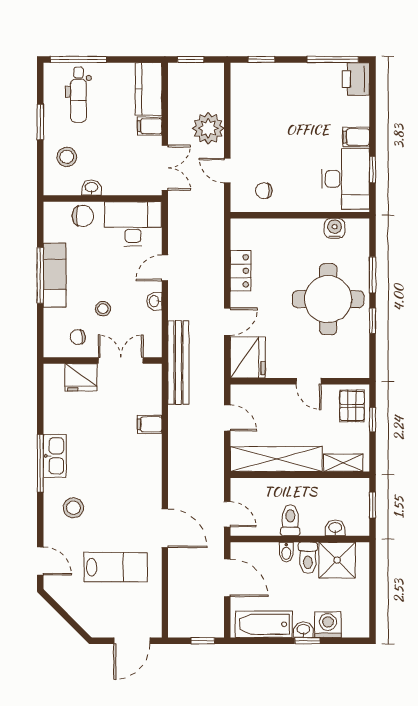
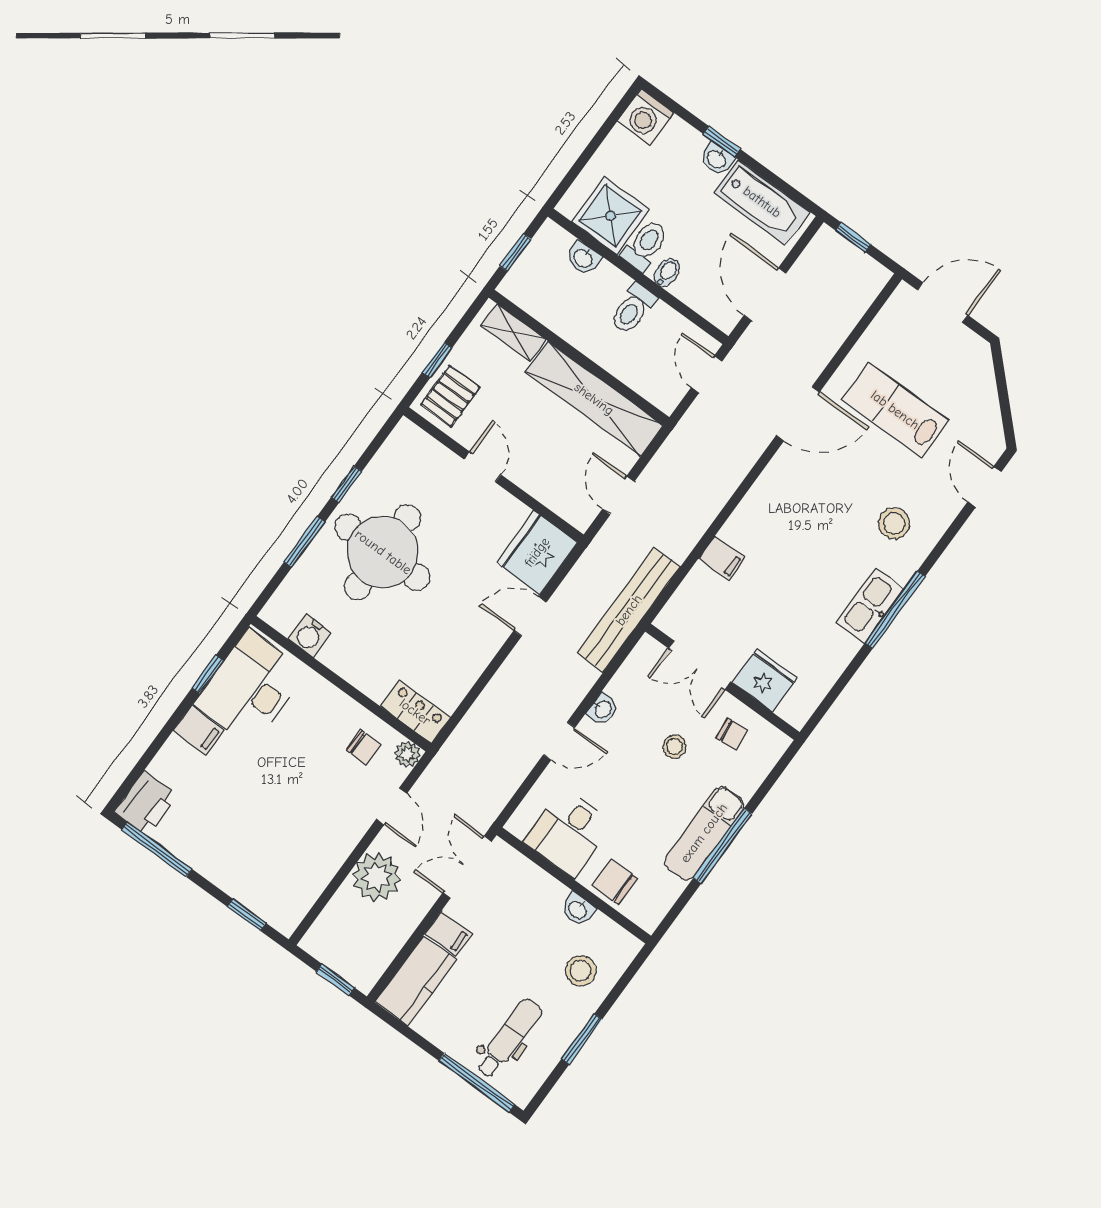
plant: (239, 204) -> (407, 754), added
desk: (133, 224) -> (569, 833), width x0.73
locker: (241, 271) -> (415, 712), moved, turned 90
door: (165, 528) -> (798, 414), swing flipped
washing machine: (328, 625) -> (645, 117), moved

